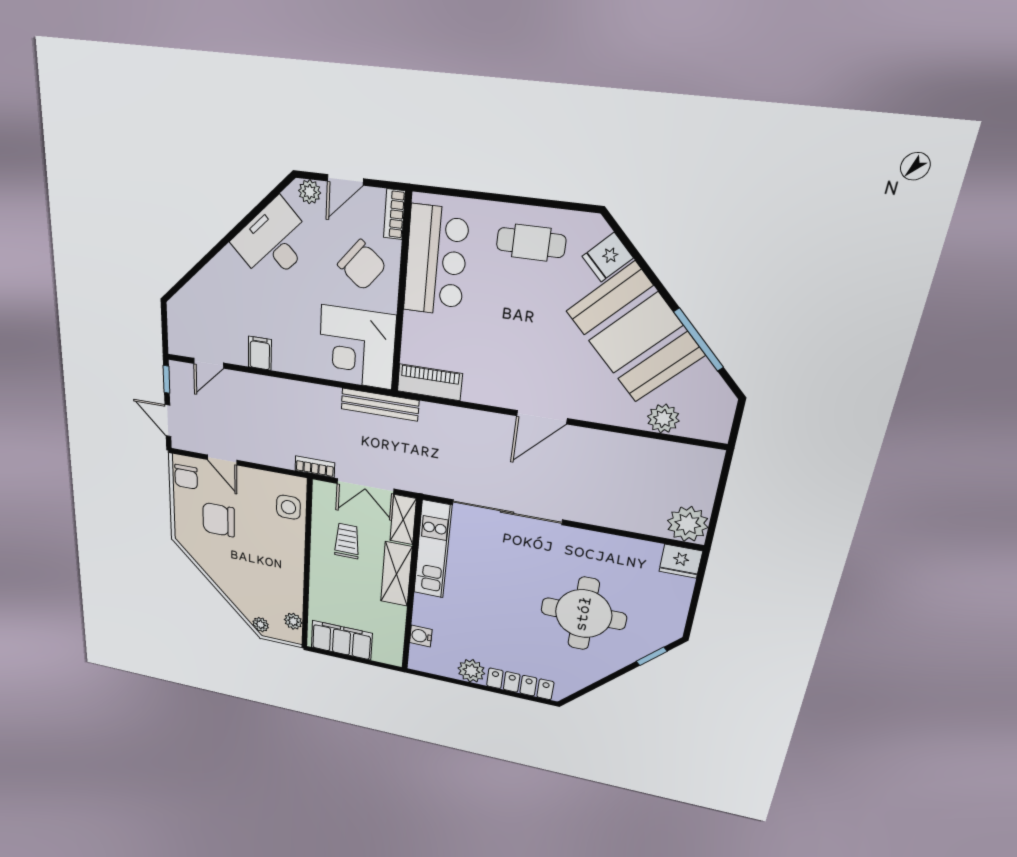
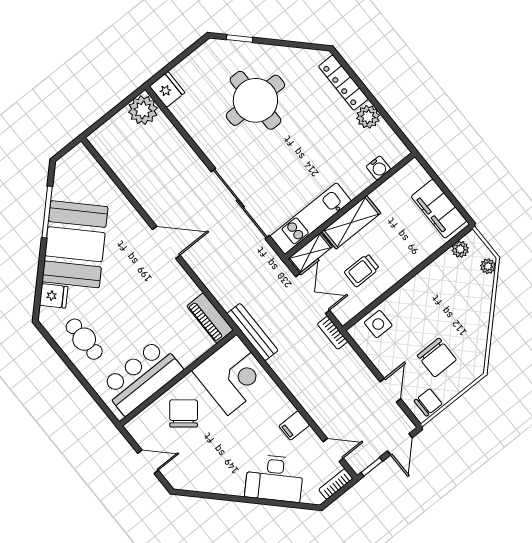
plant: (310, 192) -> (173, 475), removed
bookcase: (394, 214) -> (336, 484), moved, turned 180
desk: (273, 242) -> (274, 478), moved
plant: (663, 419) -> (102, 184), removed

